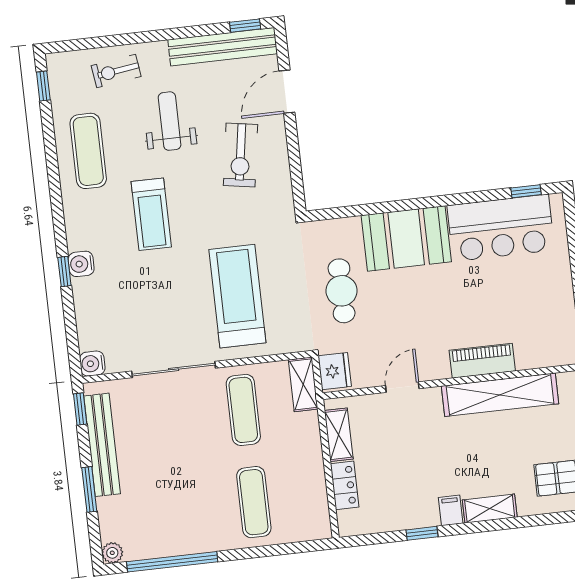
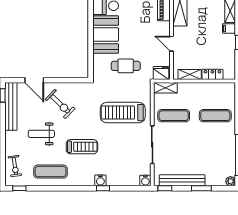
exercise bike: (116, 71) -> (15, 166), moved
exercise bike: (240, 155) -> (60, 104), turned 35

